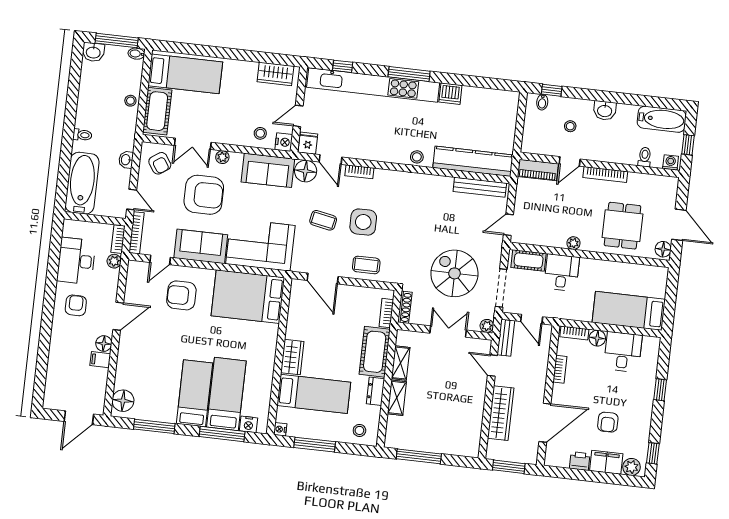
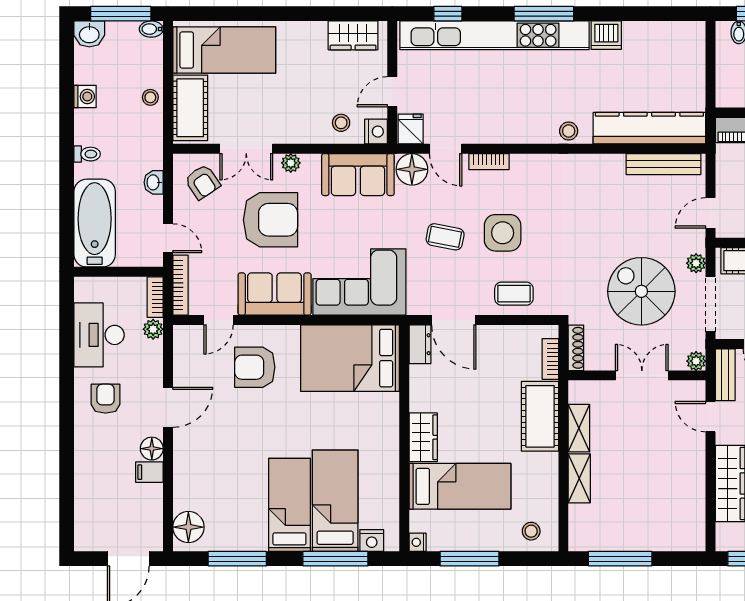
washing machine: (85, 95) -> (85, 97), added
plant: (494, 258) -> (696, 263), added
dresser: (375, 391) -> (420, 344), moved, turned 180

